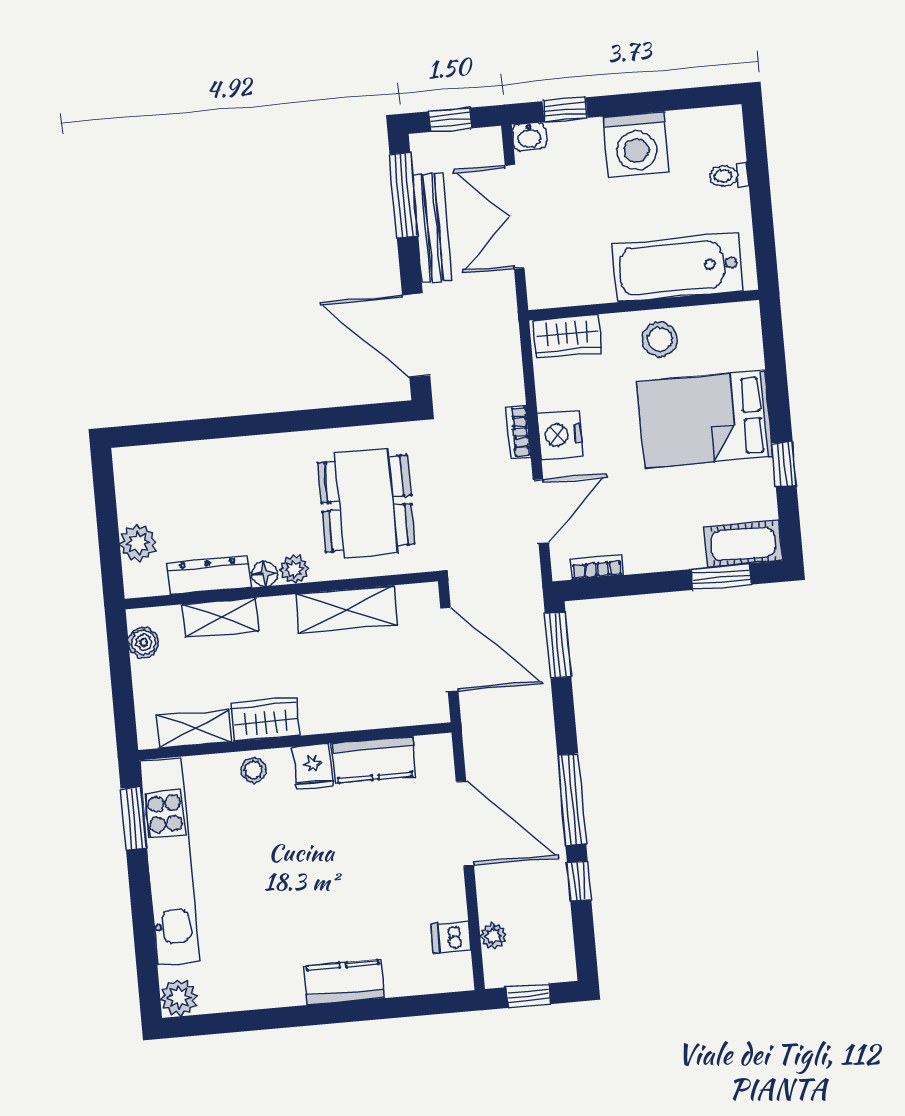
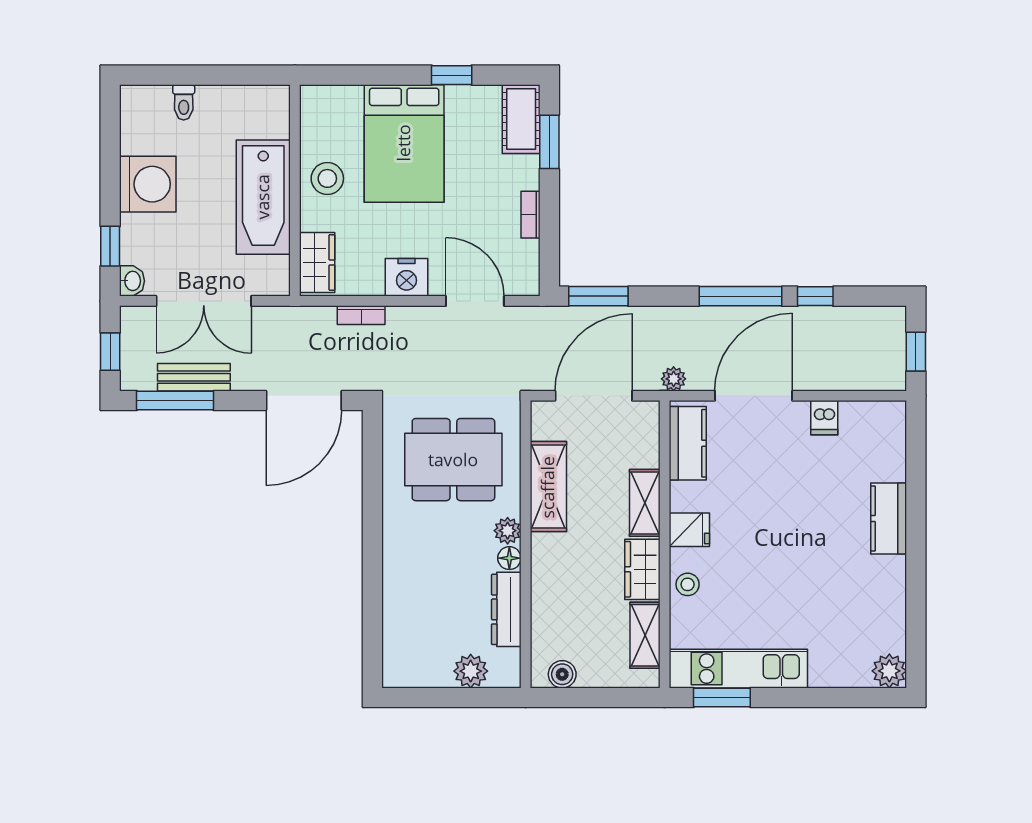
bench: (432, 228) -> (194, 377), width x0.73
bathtub: (678, 267) -> (263, 197), moved
bookcase: (518, 432) -> (361, 315), moved
bookcase: (597, 567) -> (530, 215), moved
shelving: (220, 617) -> (645, 503), moved
kitchen counter: (374, 760) -> (688, 443), moved
kitchen unit: (169, 861) -> (738, 669), width x0.73
plant: (493, 936) -> (674, 379), moved
dishwasher: (451, 937) -> (824, 418), moved

